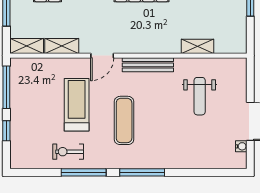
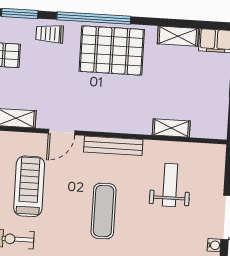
weight bench: (200, 96) -> (170, 185), turned 180
exercise mat: (124, 120) -> (104, 211), moved

